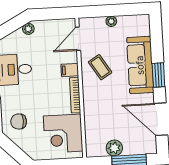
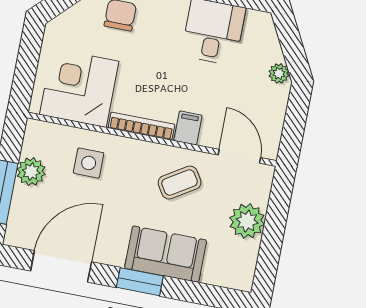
plant: (111, 21) -> (247, 221), width x1.88, depth x1.88
sofa: (140, 65) -> (166, 254), width x0.73
side table: (102, 118) -> (89, 163), added

